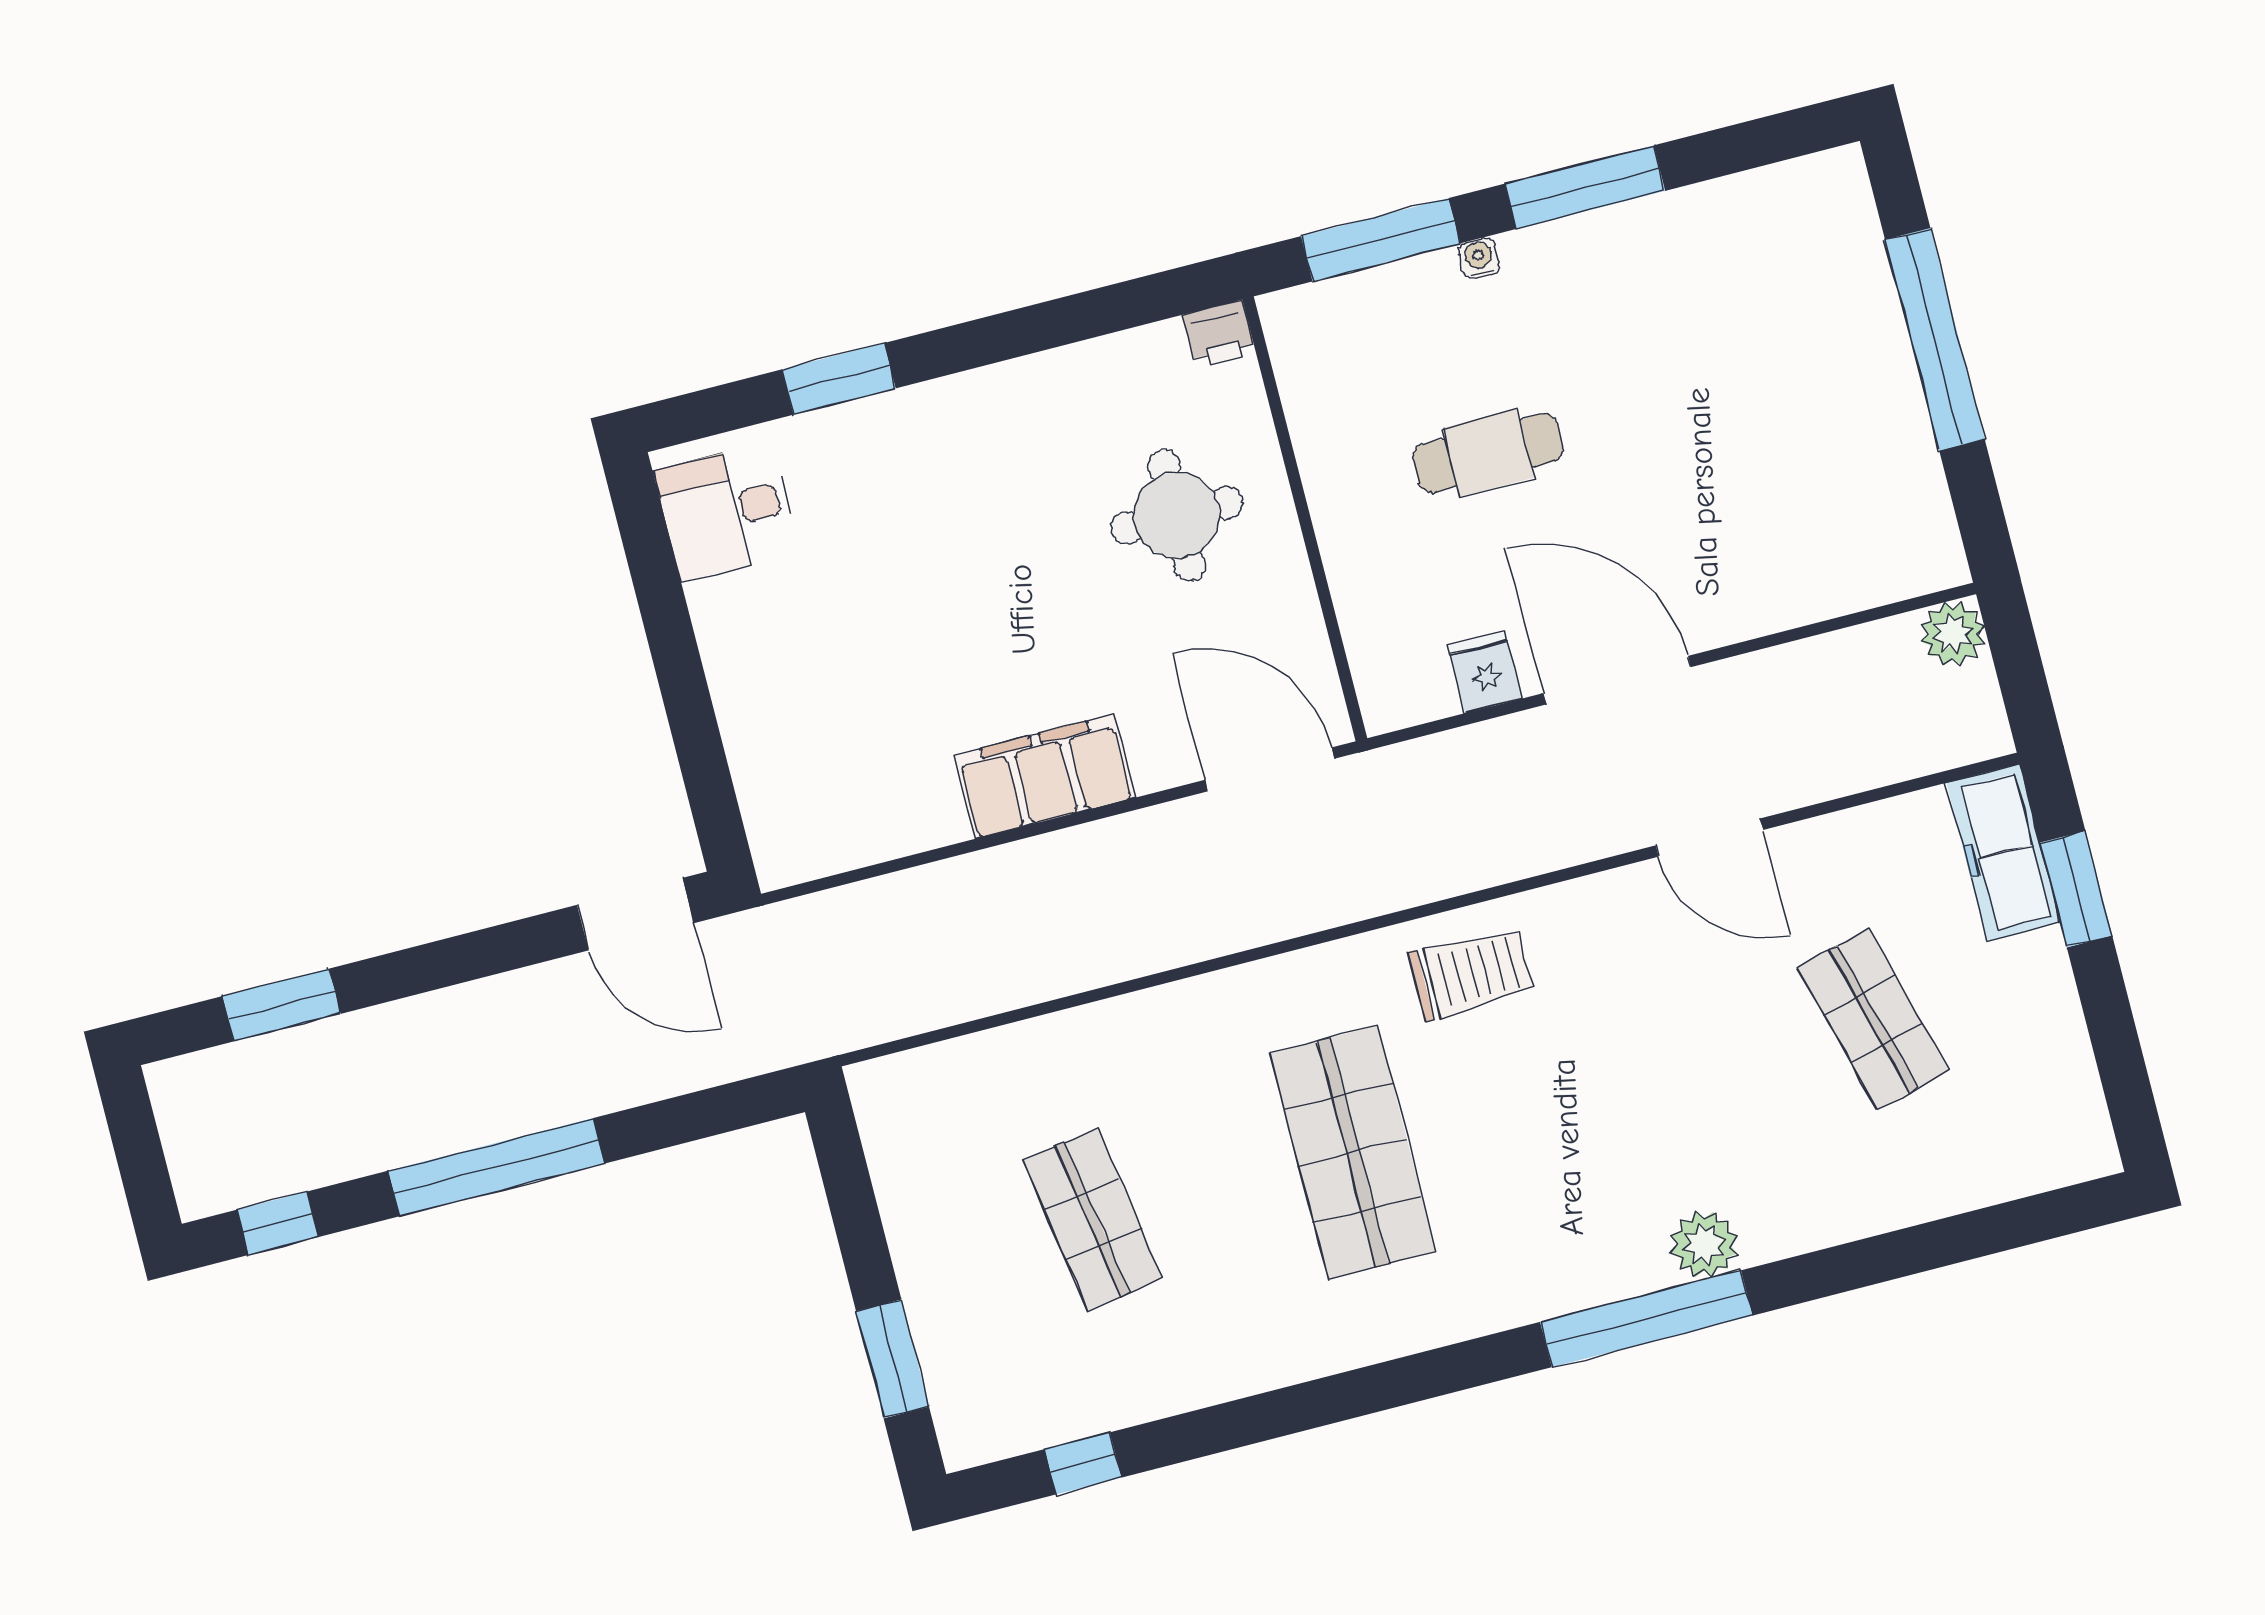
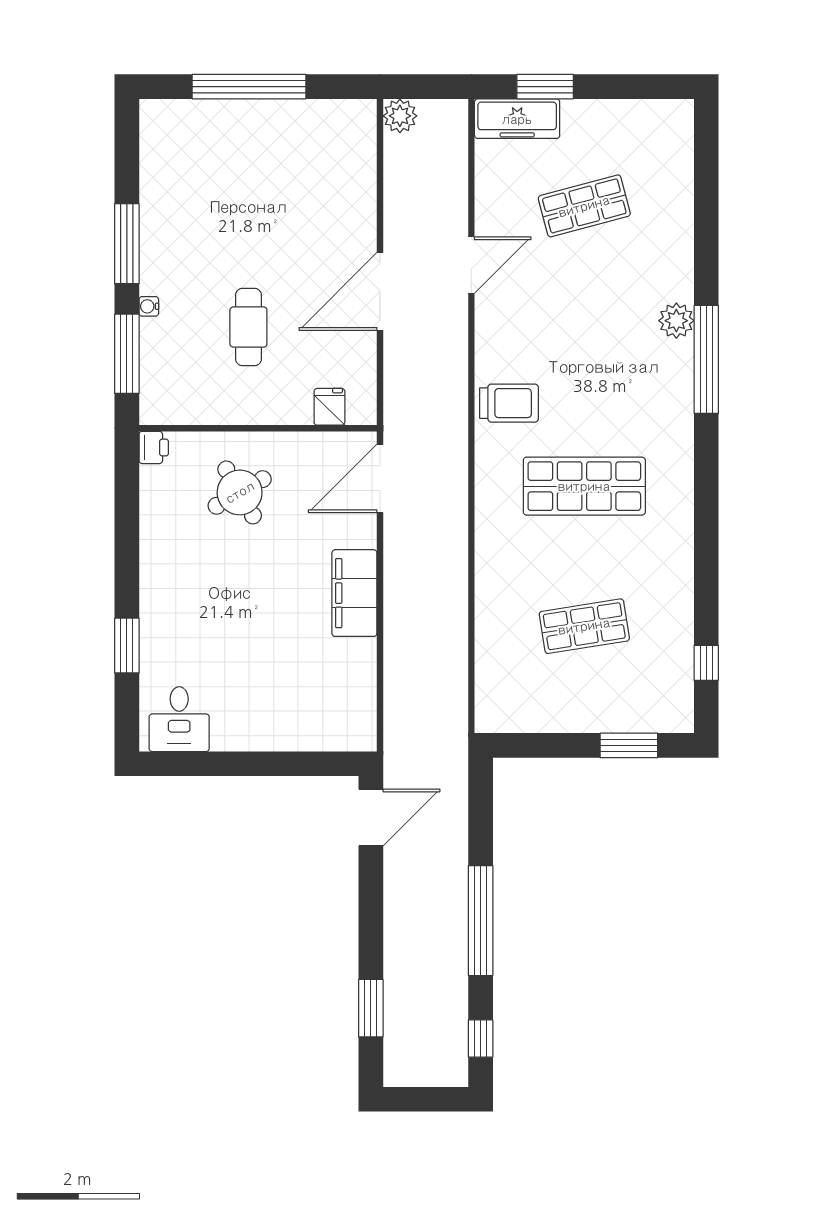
round table: (1177, 515) -> (240, 492), turned -30
fridge: (1485, 672) -> (329, 407), moved, turned 90
trolley: (1471, 973) -> (509, 403), turned 90

